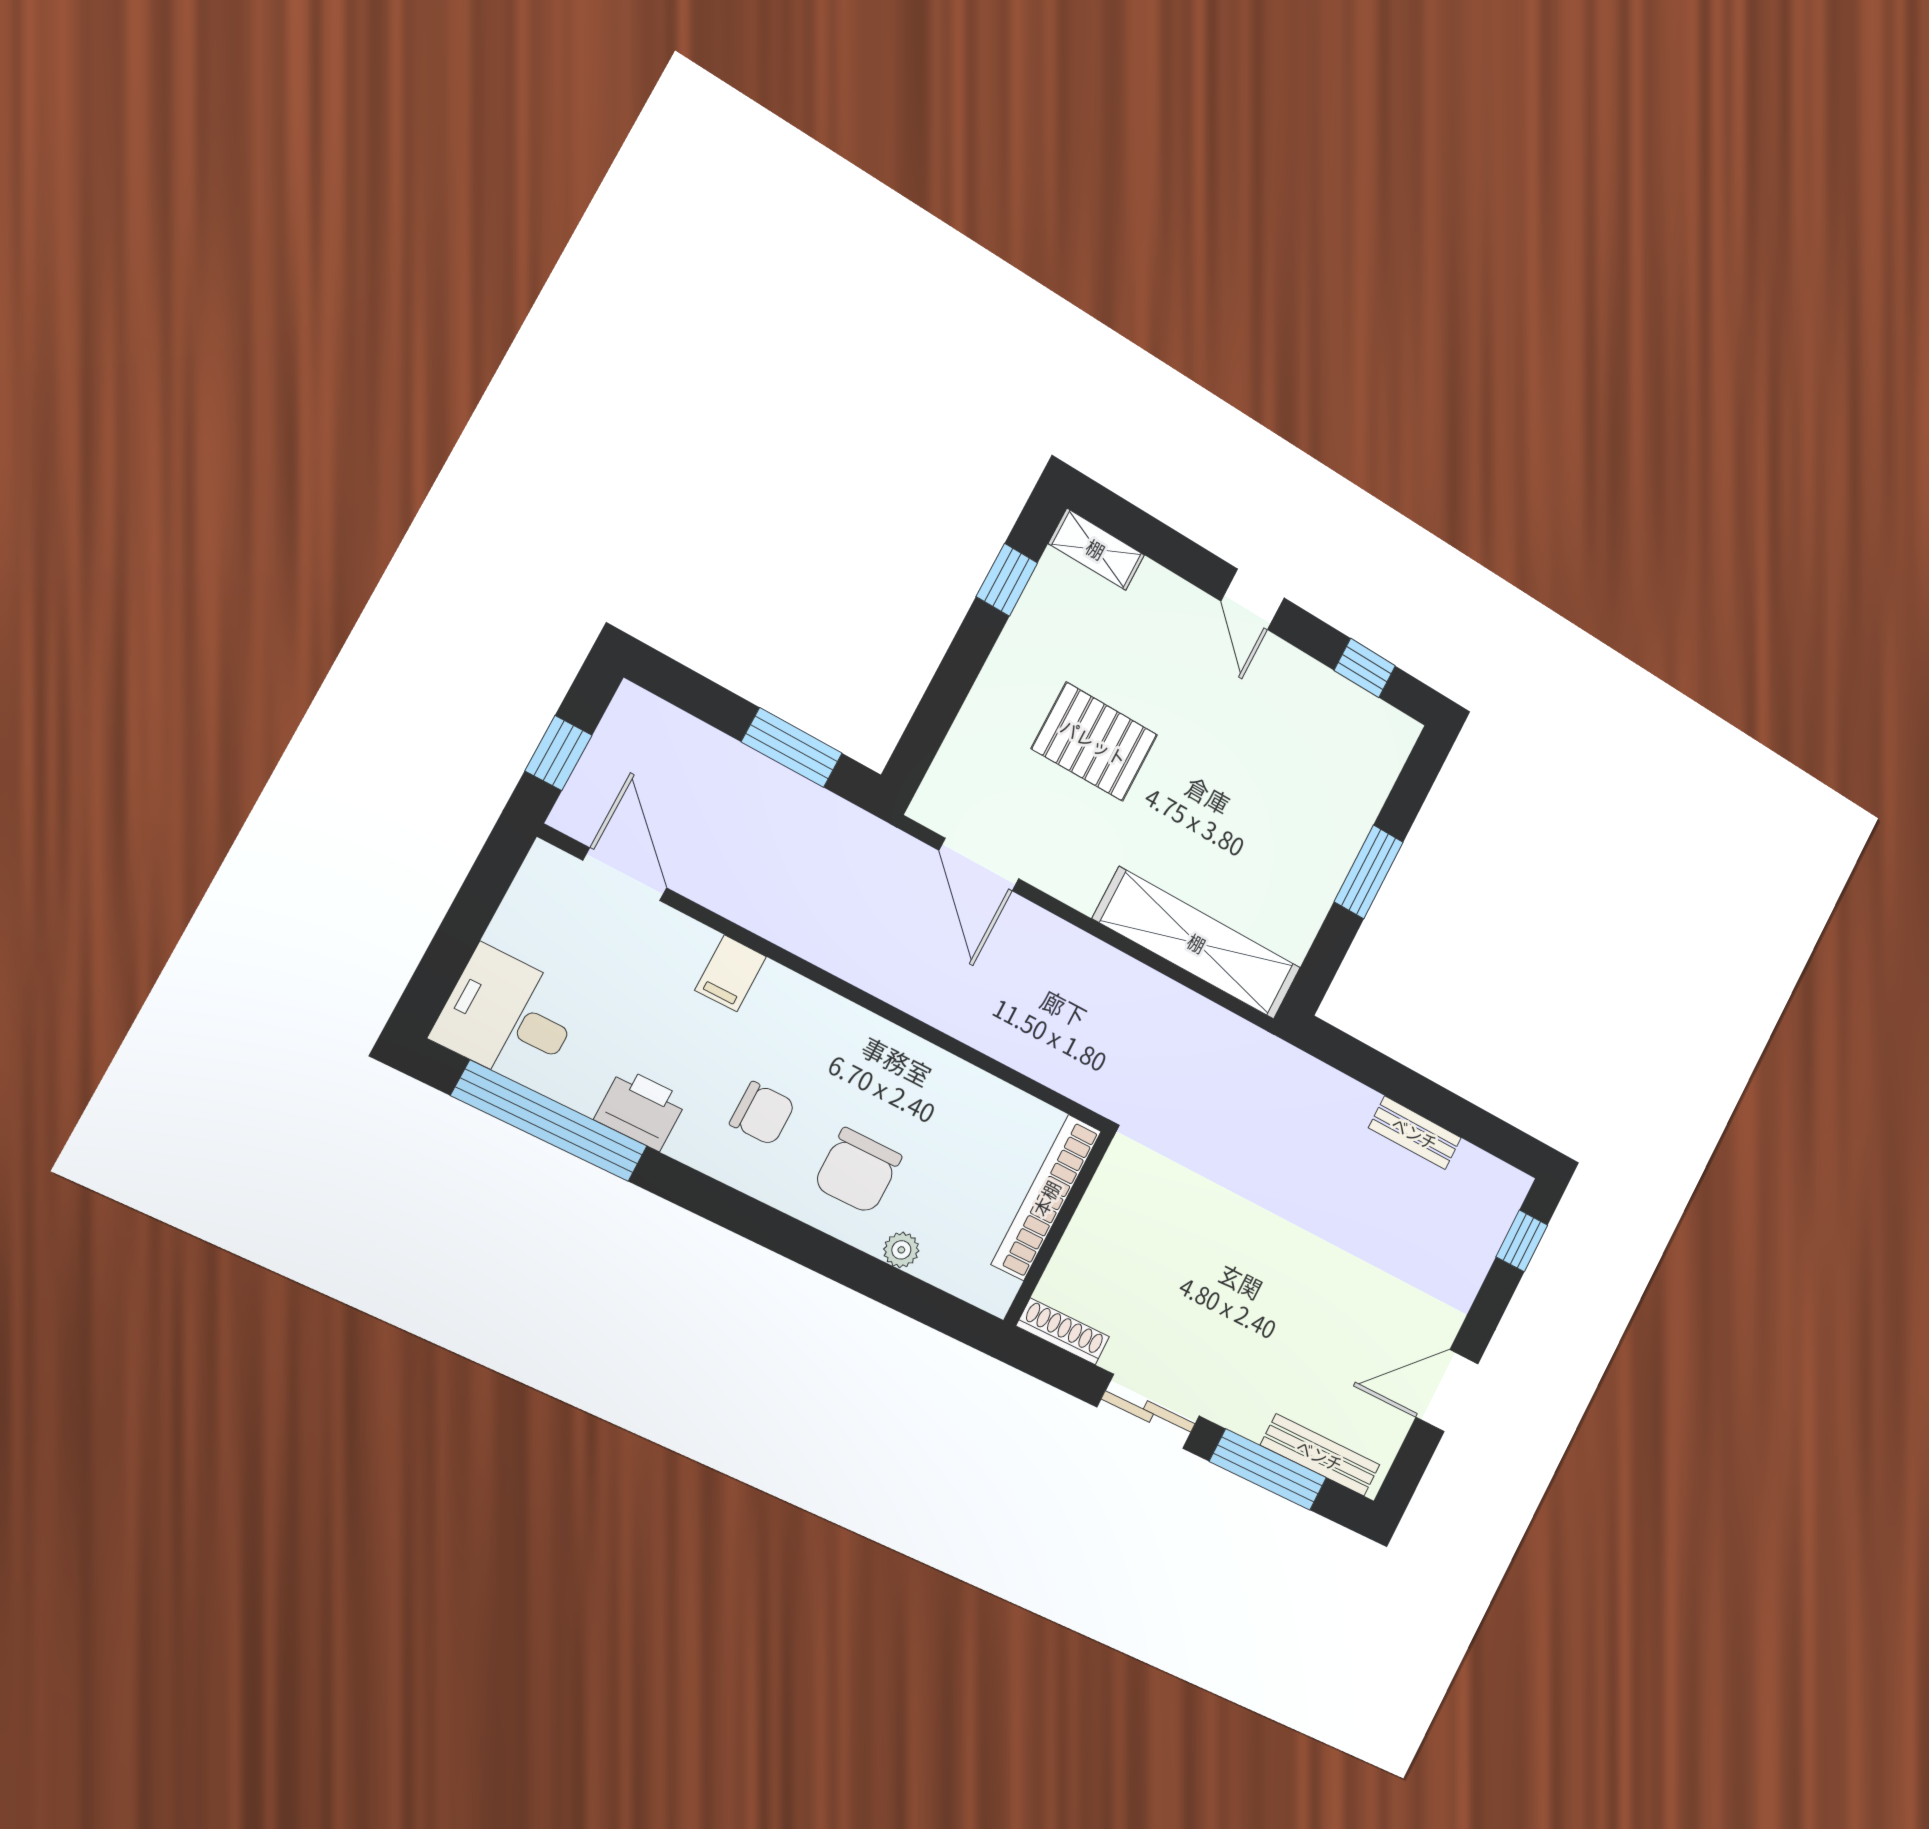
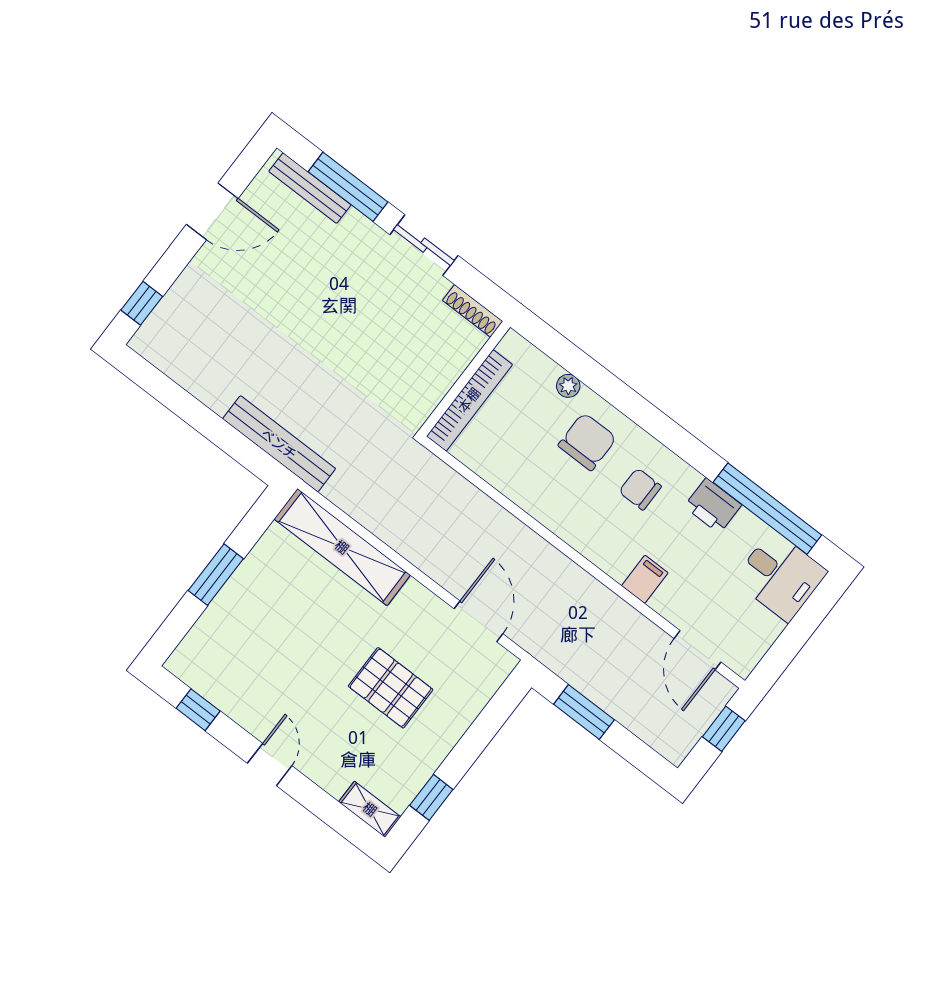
bench: (1415, 1133) -> (279, 444), moved, width x1.86, depth x1.21

